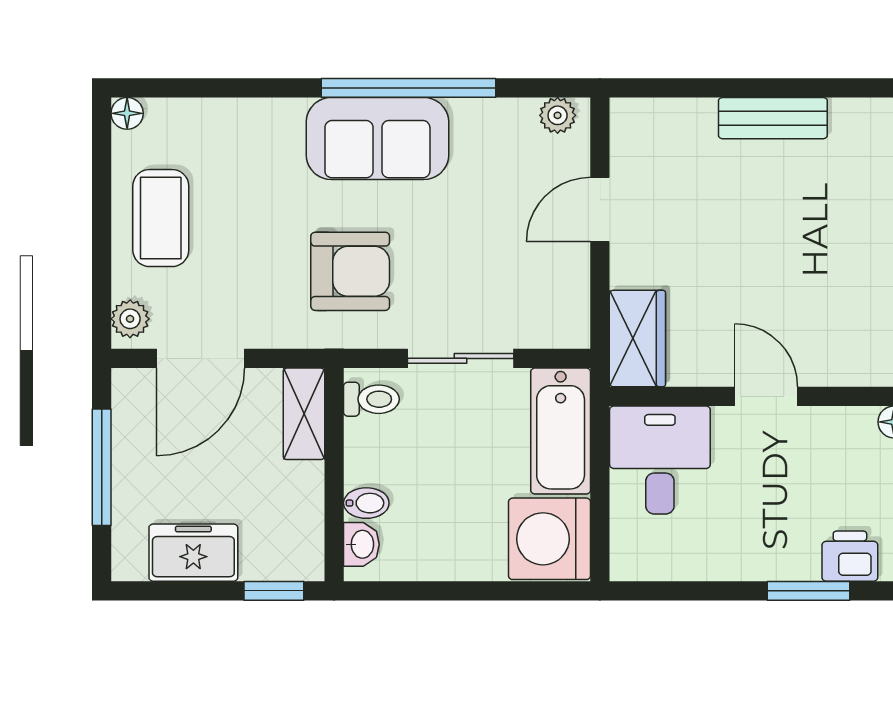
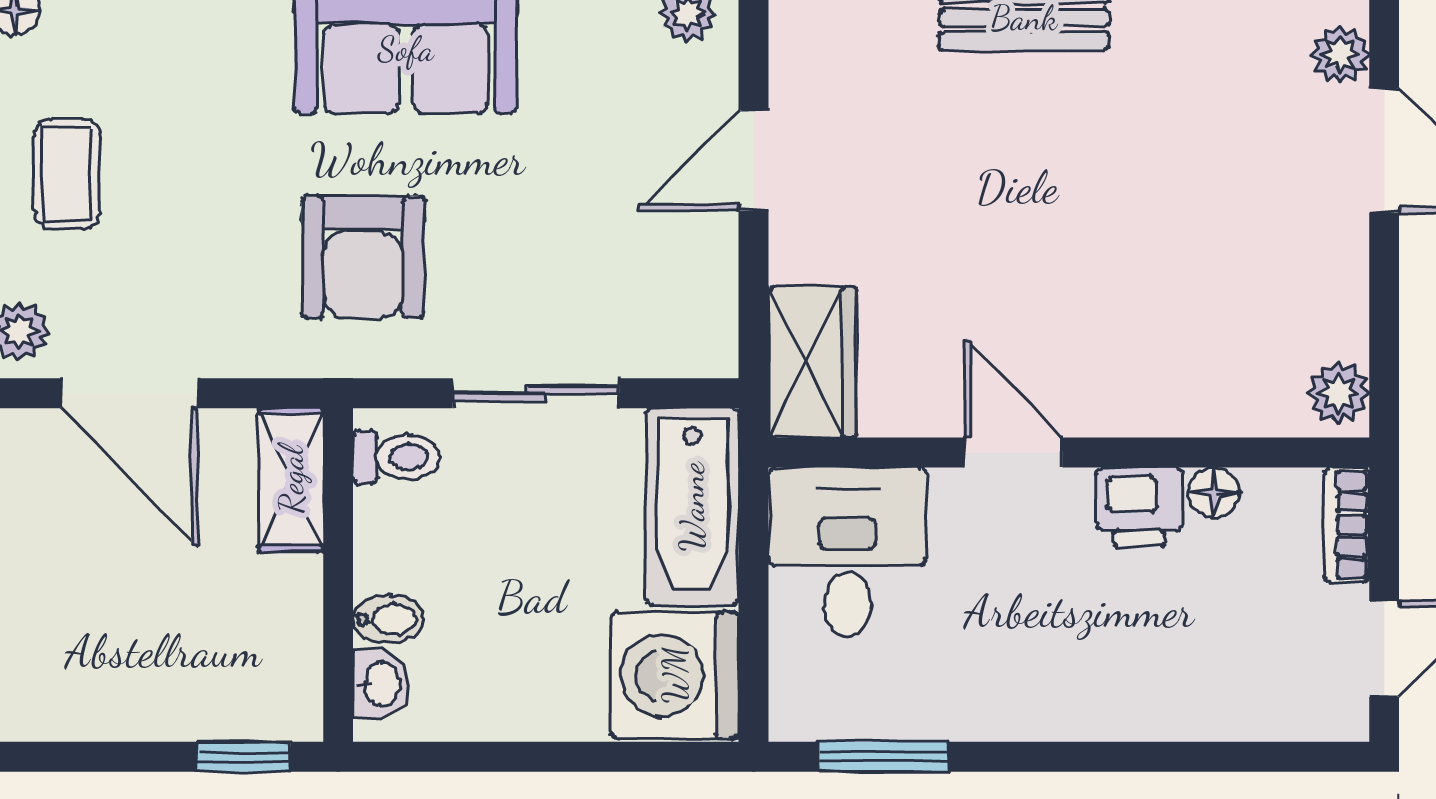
coffee table: (161, 218) -> (67, 174), width x0.73, depth x0.77
armchair: (350, 271) -> (363, 257), turned 90
door: (200, 358) -> (129, 393), hinge flipped
freezer: (193, 553) -> (118, 697), removed
printer: (850, 556) -> (1139, 507), moved, turned 180
window: (808, 591) -> (884, 757), moved

